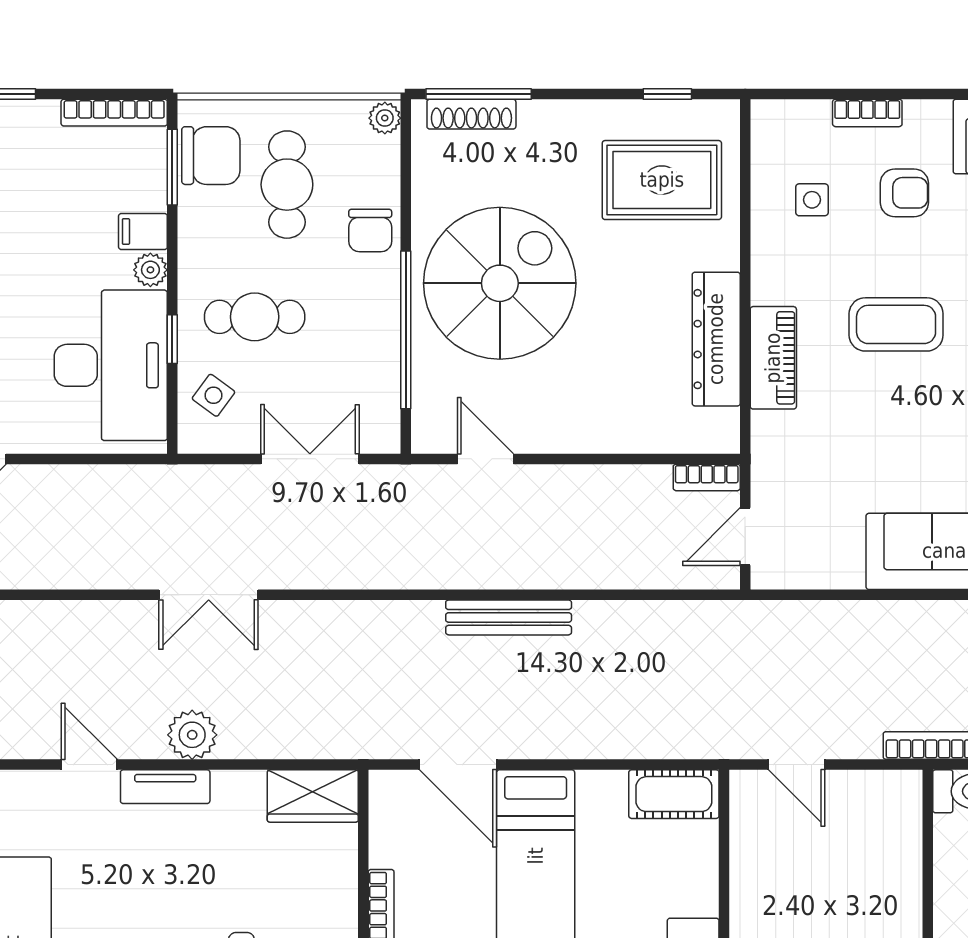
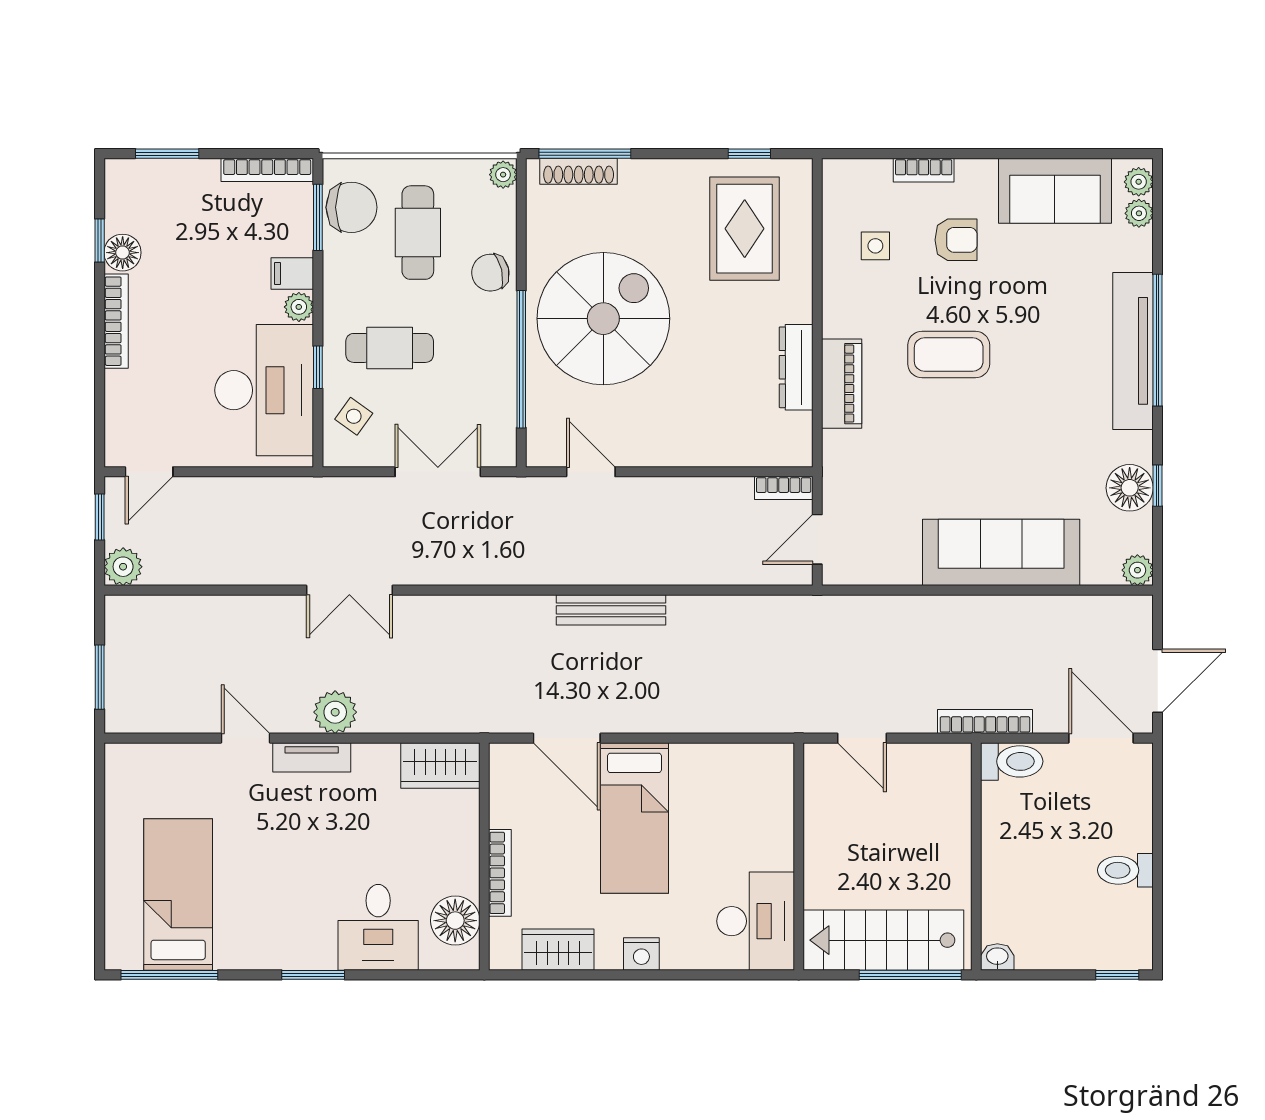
rug: (662, 180) -> (745, 229), turned 90
chair: (370, 231) -> (490, 273), turned 77
dresser: (716, 339) -> (796, 367), width x0.73, depth x0.80
cot: (674, 794) -> (755, 764), removed

